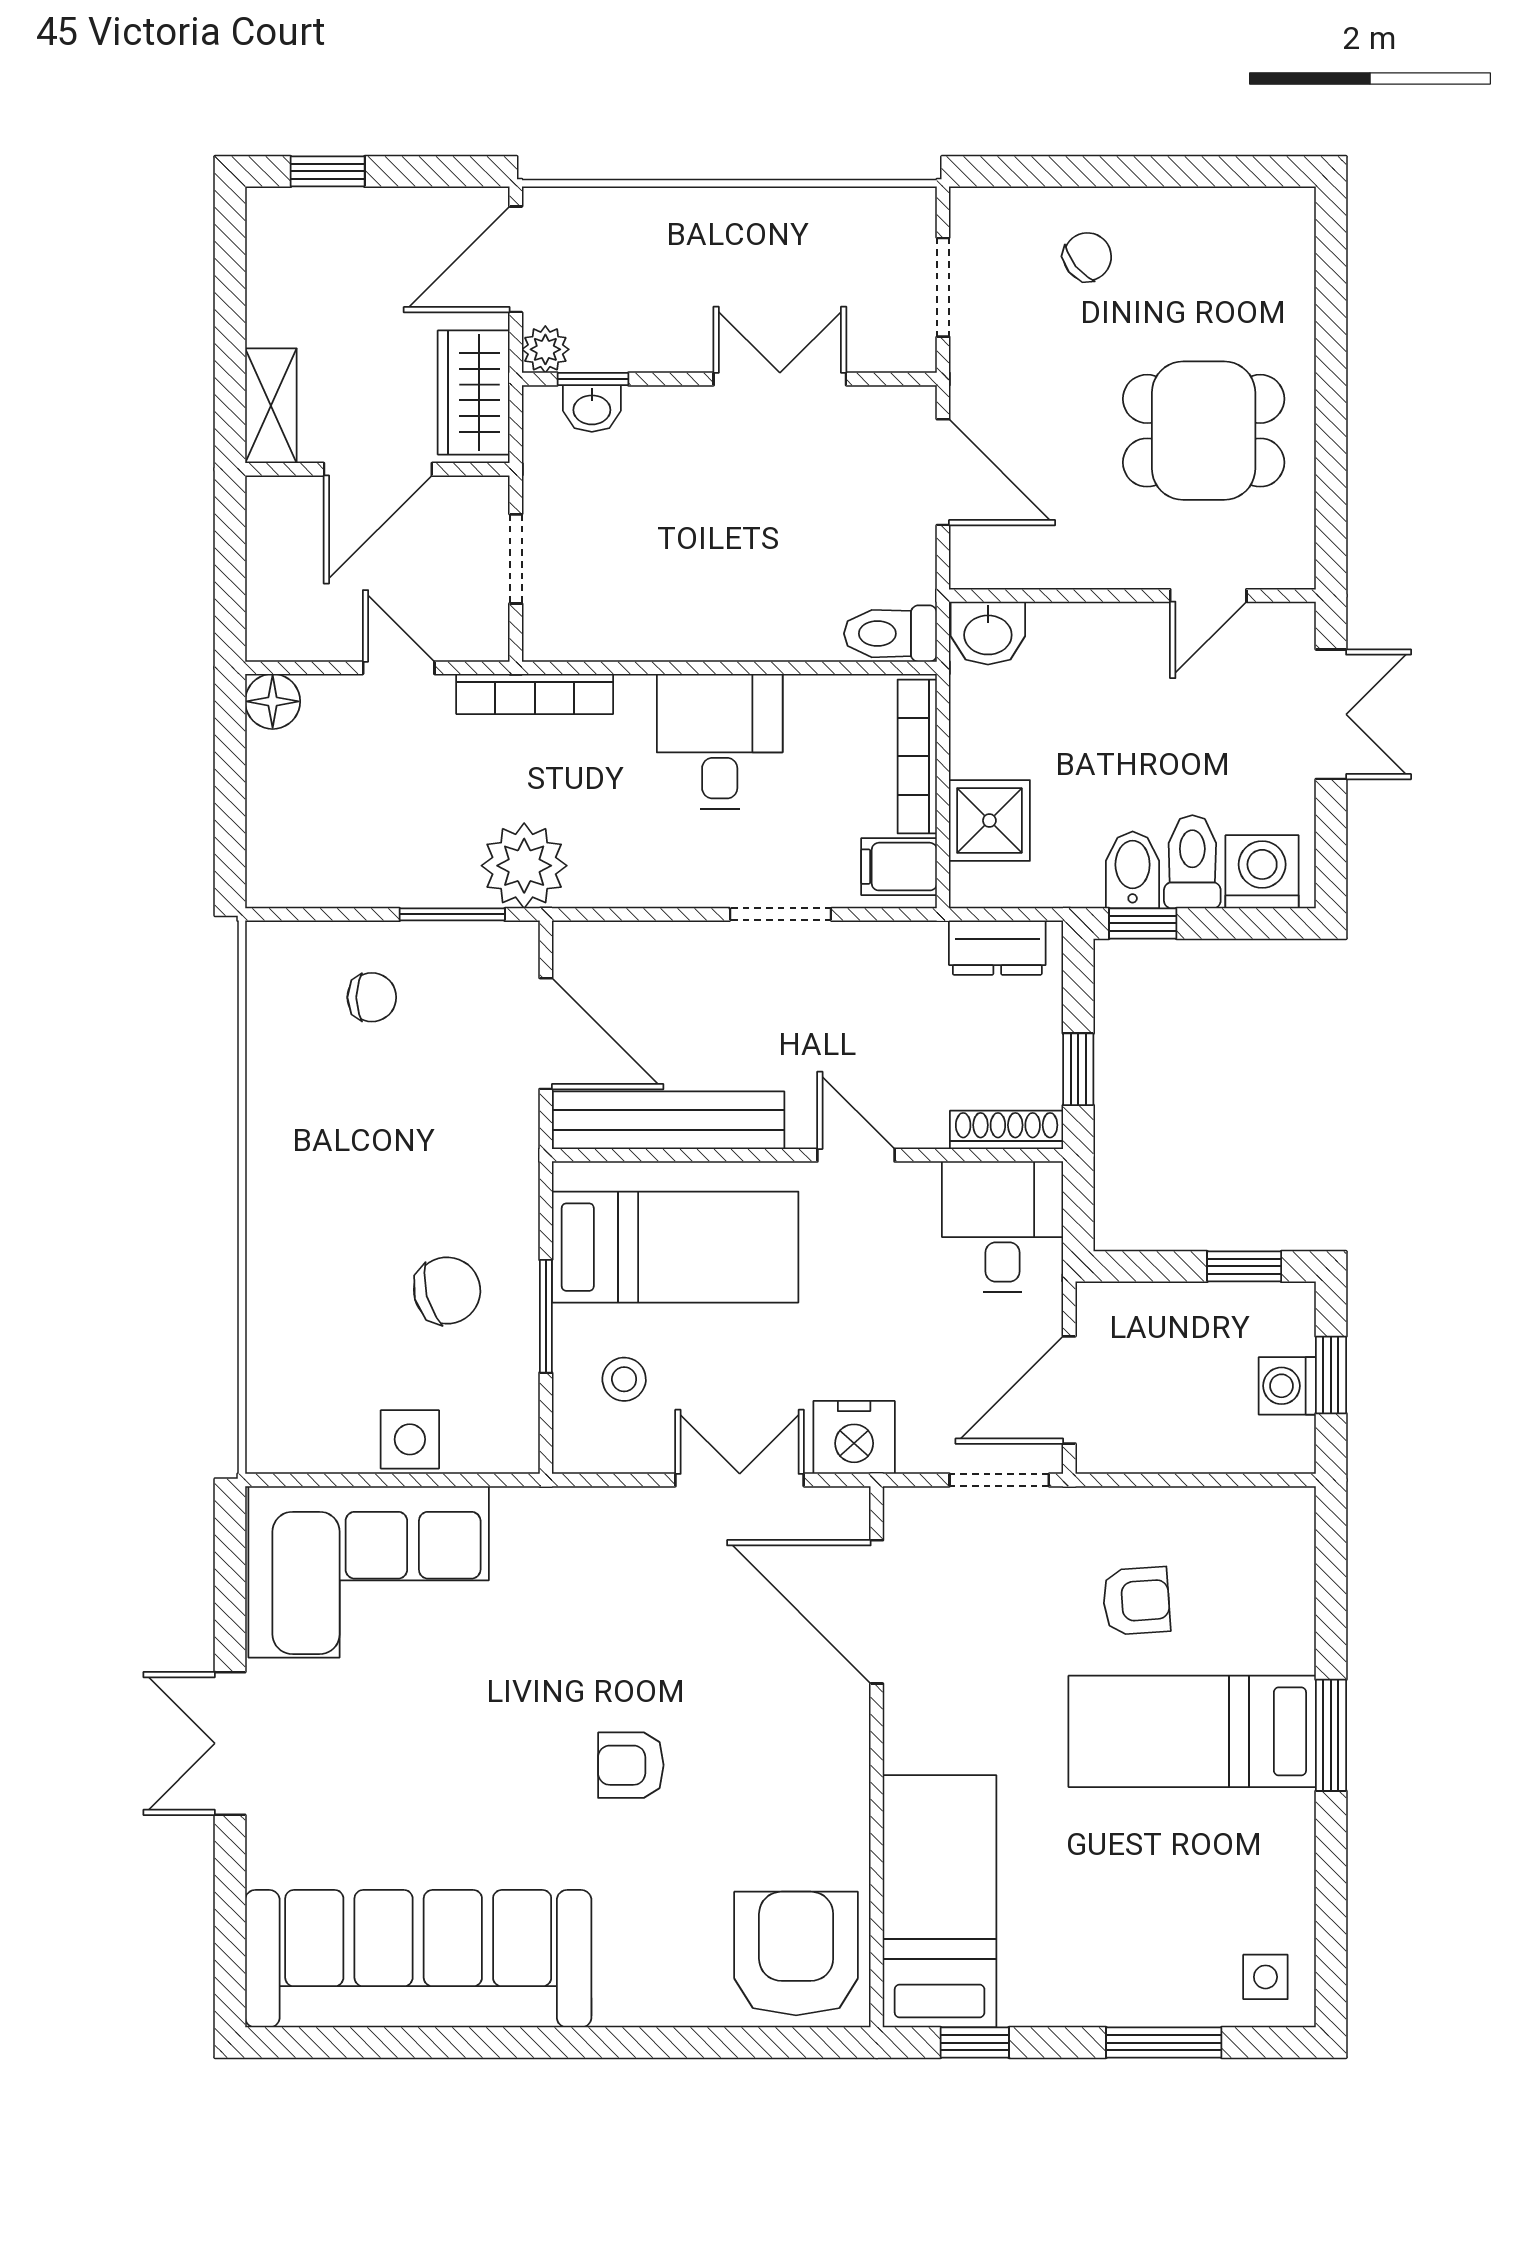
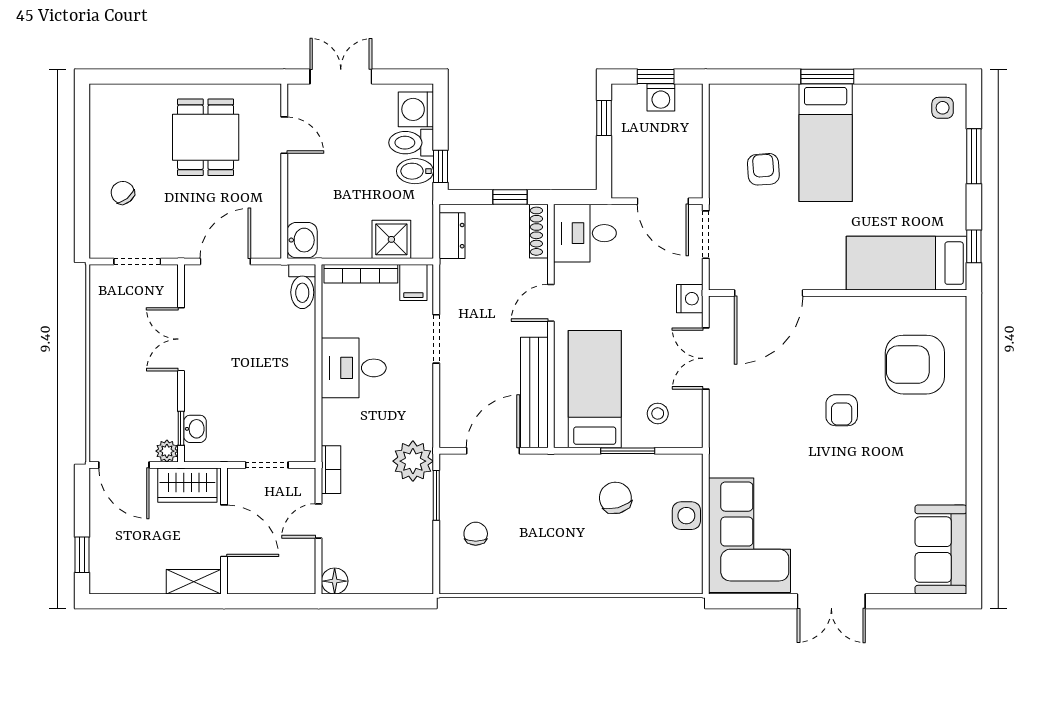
bookcase: (535, 694) -> (331, 470), width x0.64
nightstand: (854, 1437) -> (690, 299), width x0.74, depth x0.75
armchair: (796, 1954) -> (915, 365), moved
sofa: (418, 1959) -> (941, 550), width x0.54, depth x0.79

